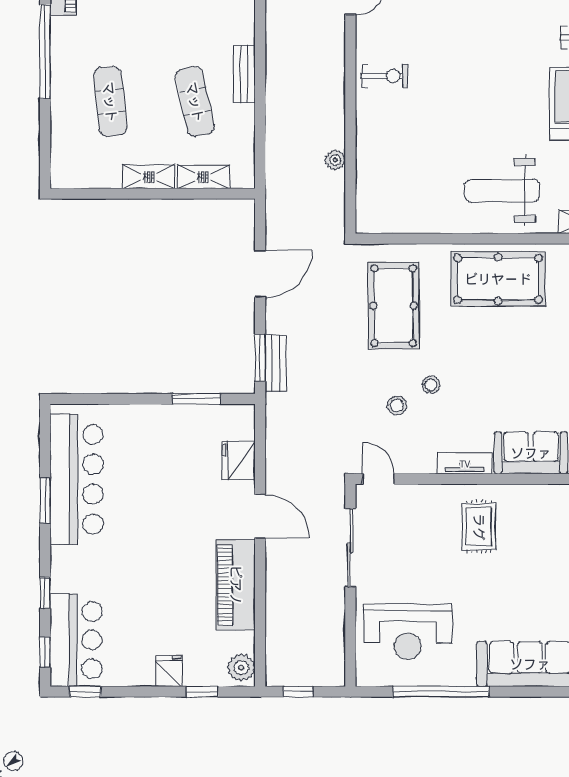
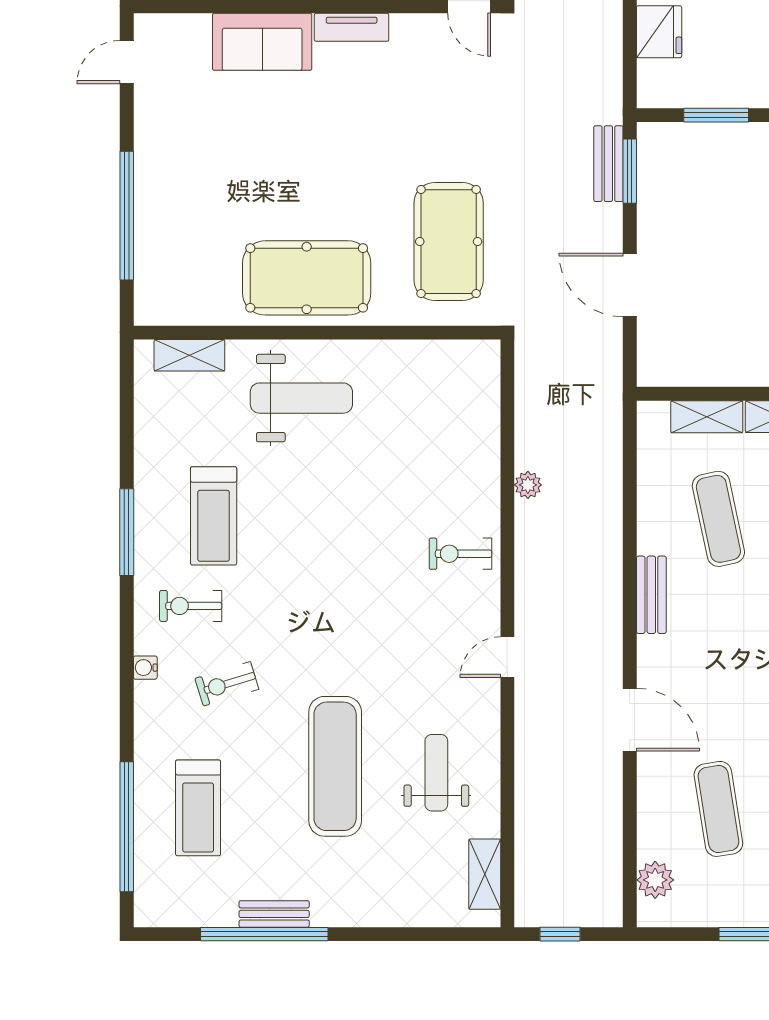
bench: (244, 74) -> (651, 595), moved
plant: (335, 160) -> (528, 485), moved
door: (260, 274) -> (630, 285), hinge flipped
stool: (431, 385) -> (398, 134), removed
stool: (397, 405) -> (444, 106), removed

